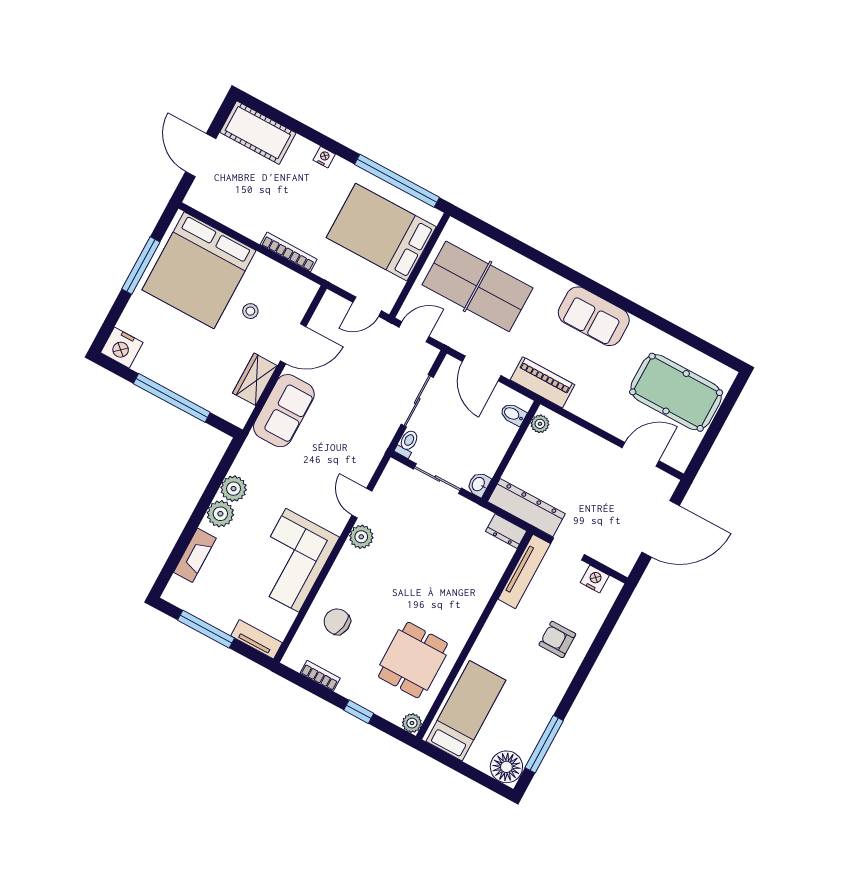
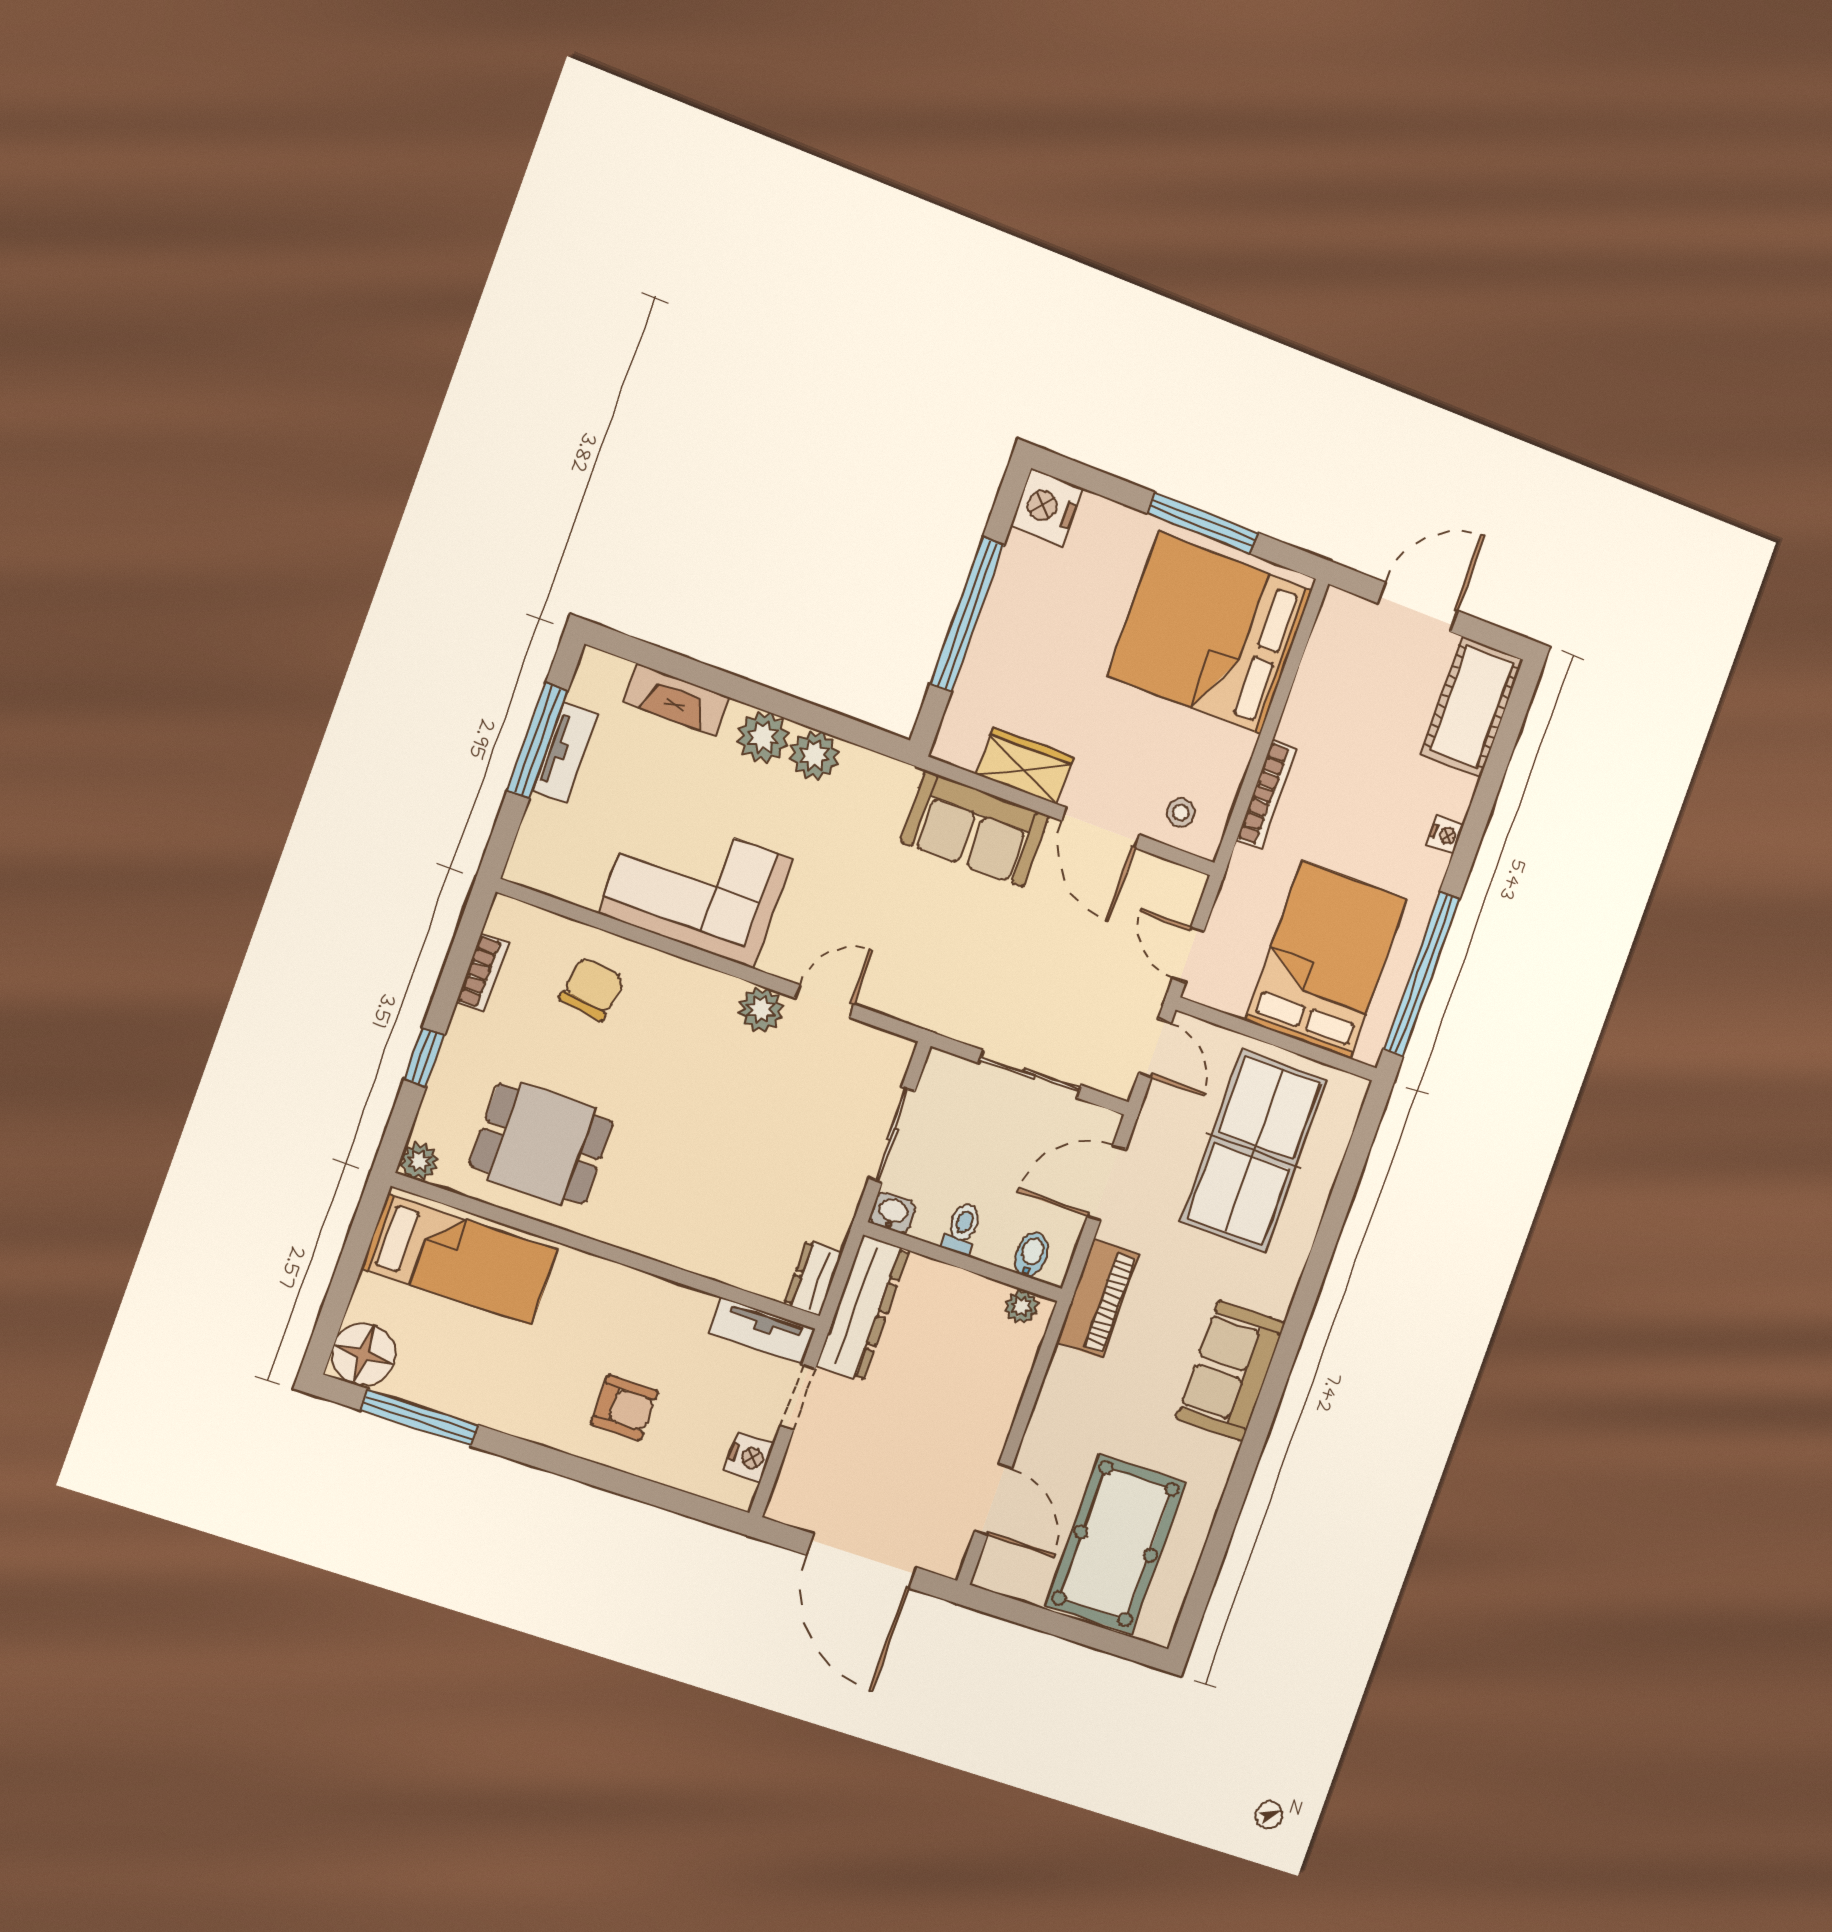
stool: (250, 311) -> (1181, 812), moved
toilet: (407, 443) -> (962, 1228), moved, turned -90
tv unit: (524, 571) -> (762, 1331), width x0.71
tv unit: (257, 639) -> (565, 752), moved
armchair: (557, 639) -> (624, 1408), turned 90

